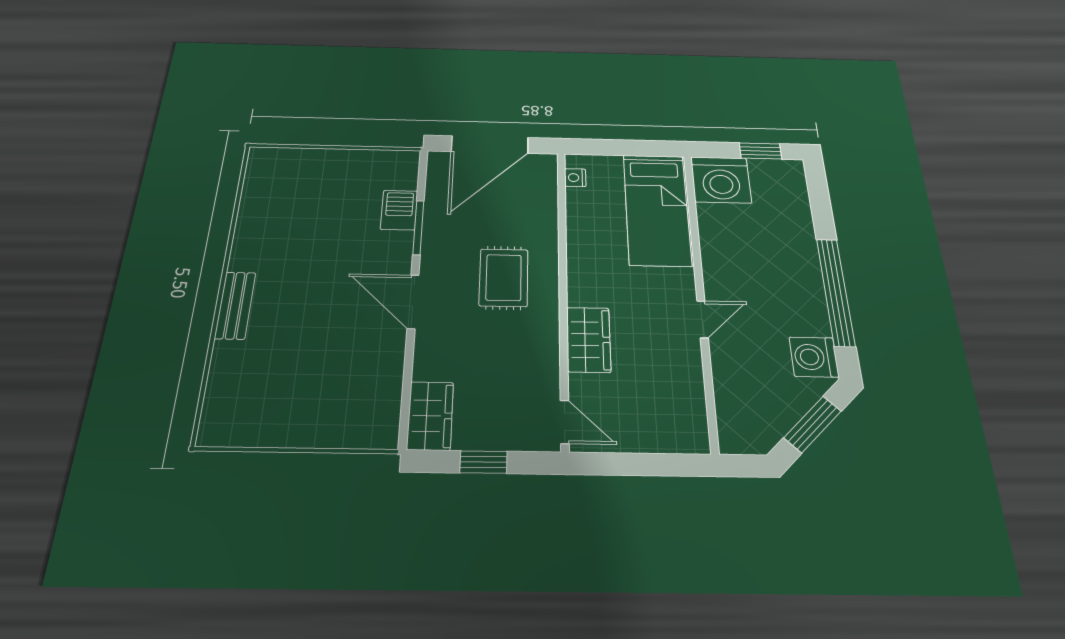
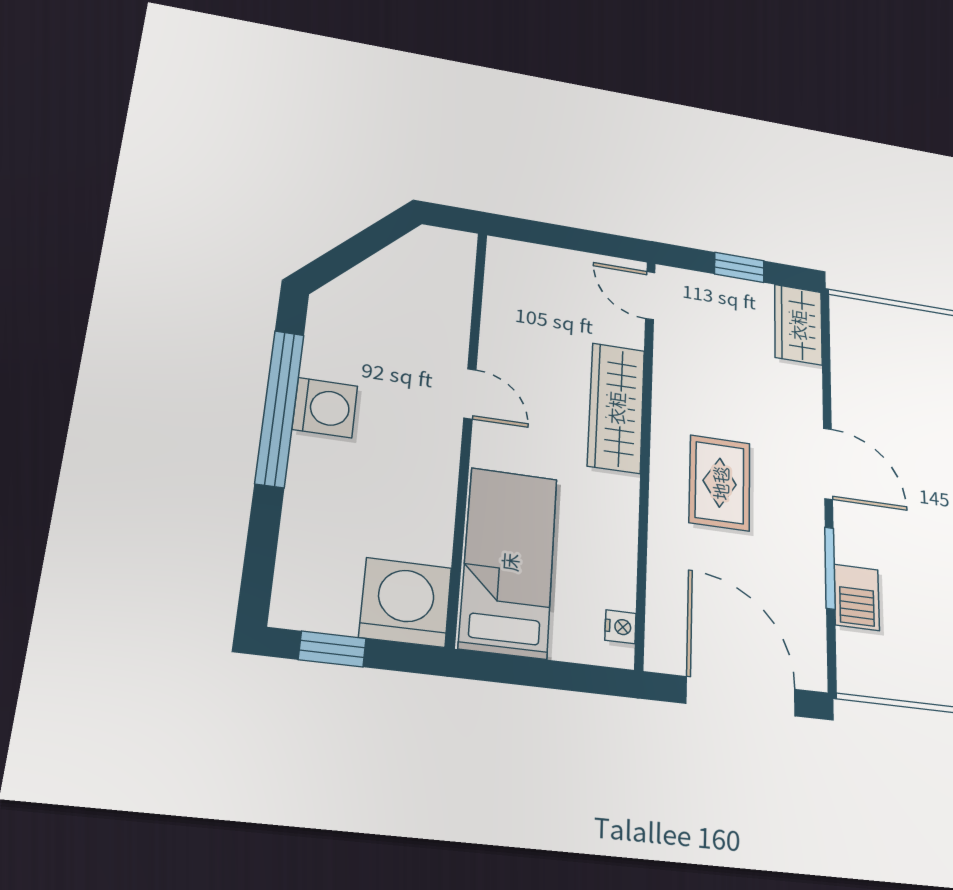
door: (490, 145) -> (741, 696), hinge flipped
door: (703, 319) -> (470, 394), swing flipped
wardrobe: (589, 340) -> (616, 408), width x1.50
washing machine: (814, 357) -> (325, 408), moved
window: (813, 424) -> (358, 248), removed

